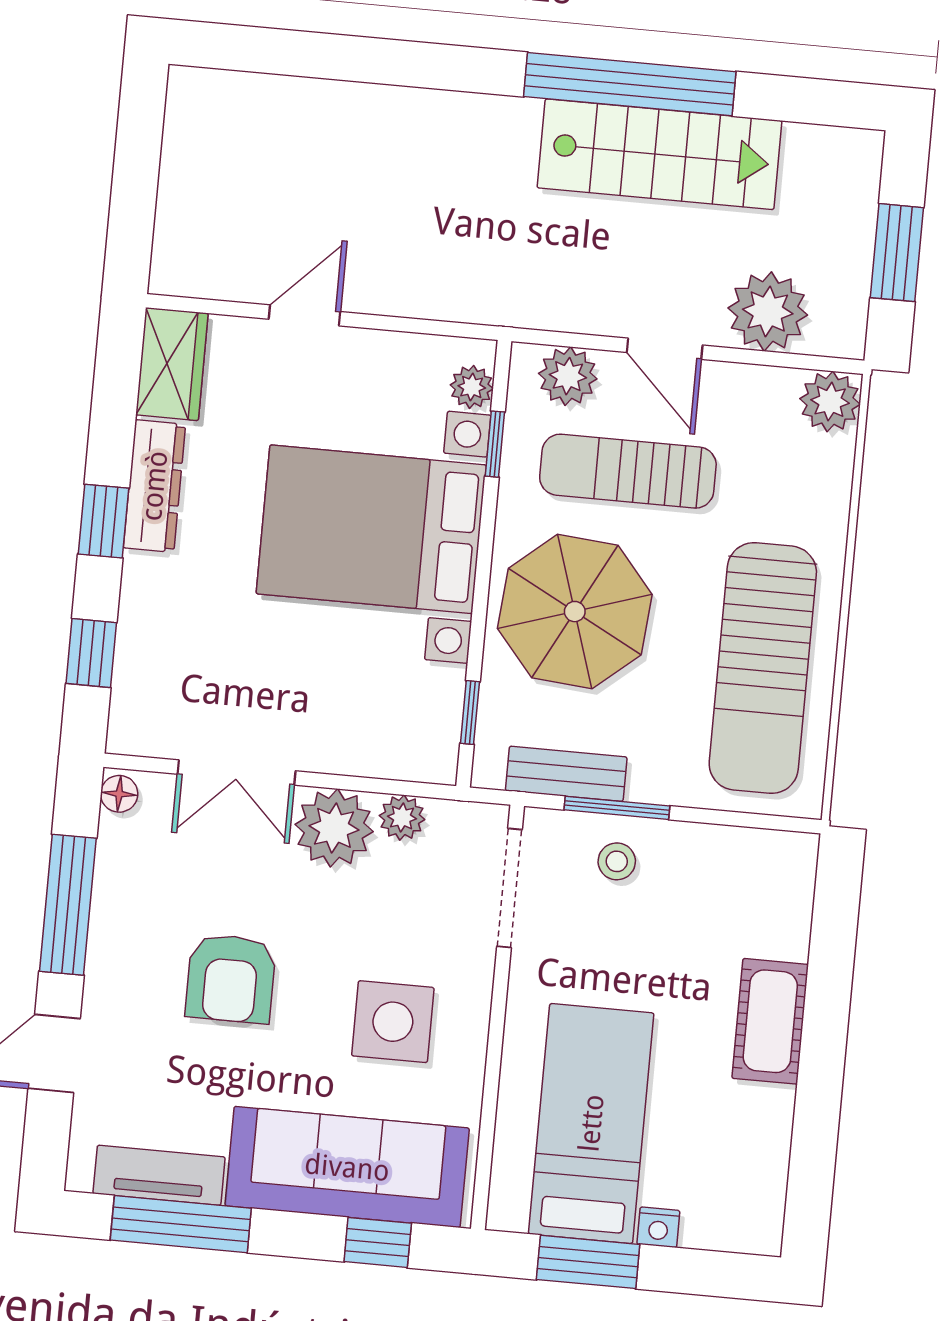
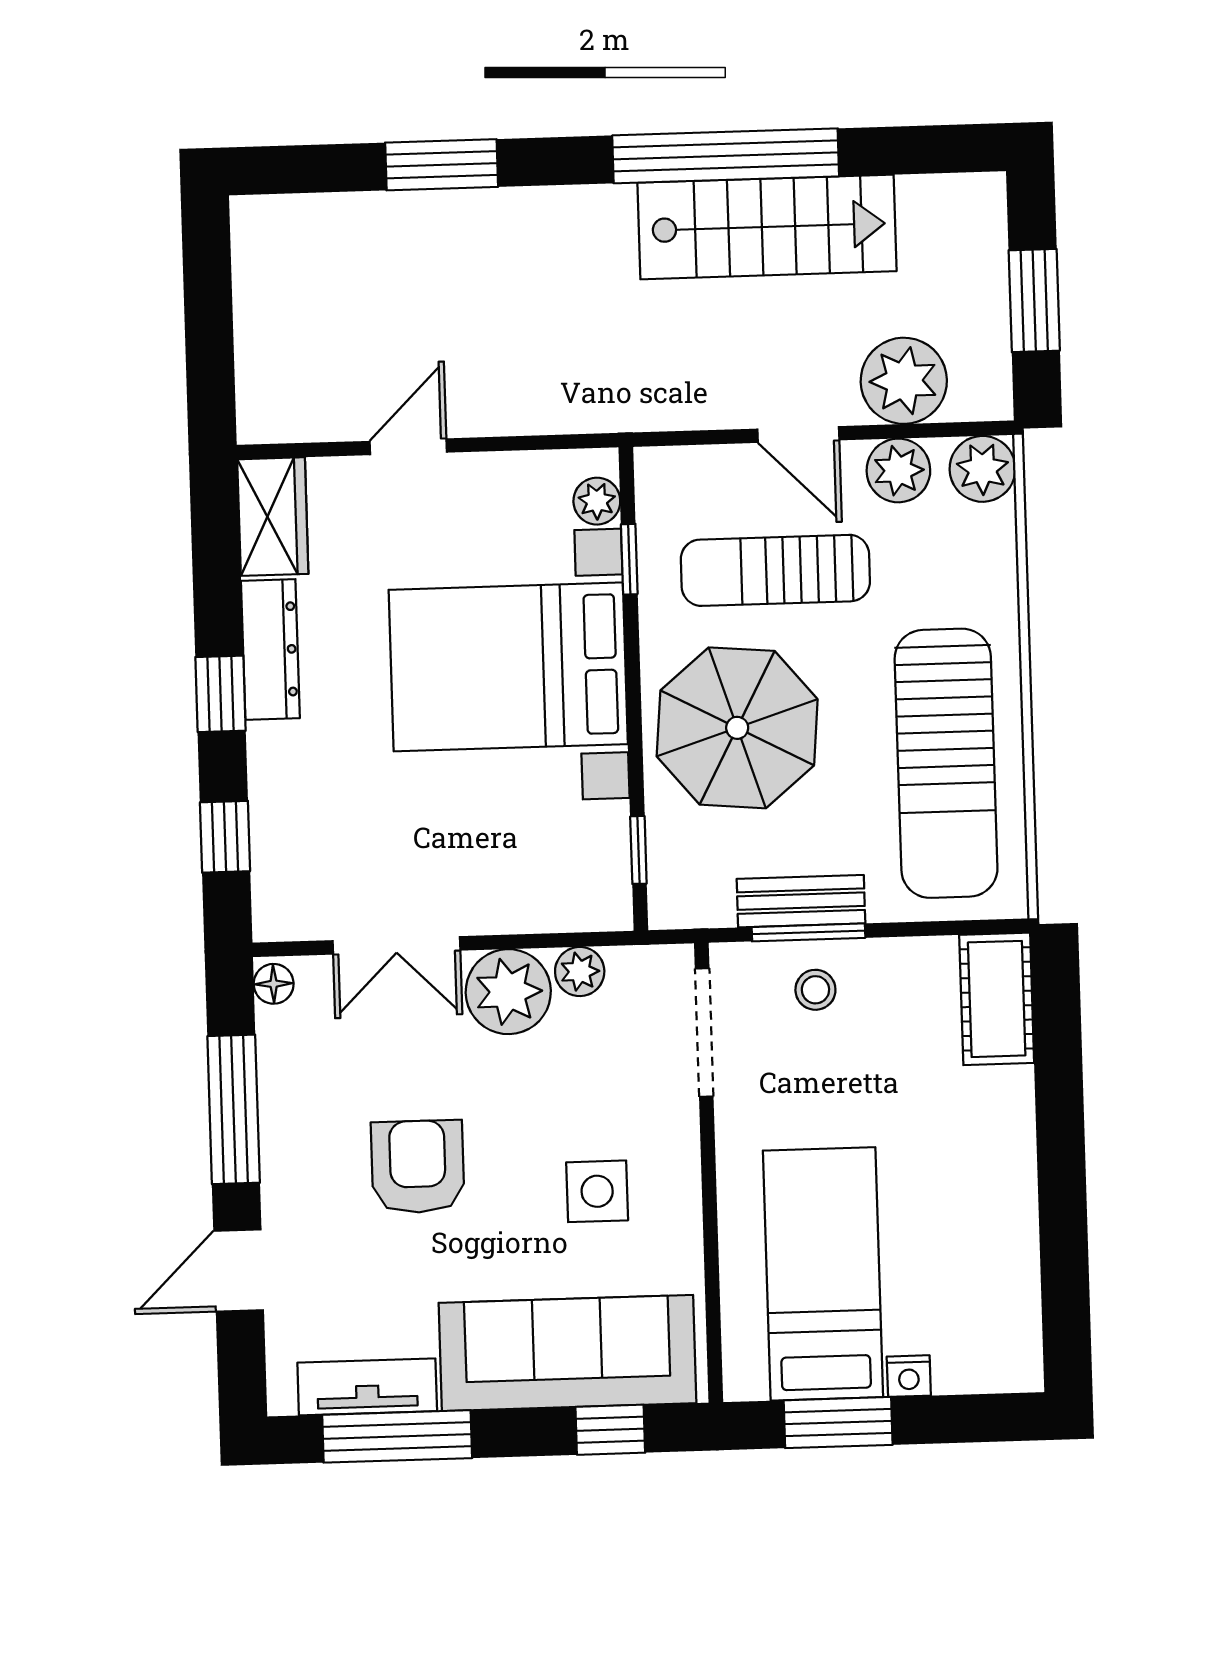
window: (367, 60) -> (442, 165), added
plant: (568, 376) -> (898, 470), moved
bench: (566, 774) -> (801, 901), moved
armchair: (231, 978) -> (418, 1167), turned 180
cot: (770, 1021) -> (997, 999), moved
side table: (393, 1022) -> (597, 1191), width x0.73, depth x0.73

